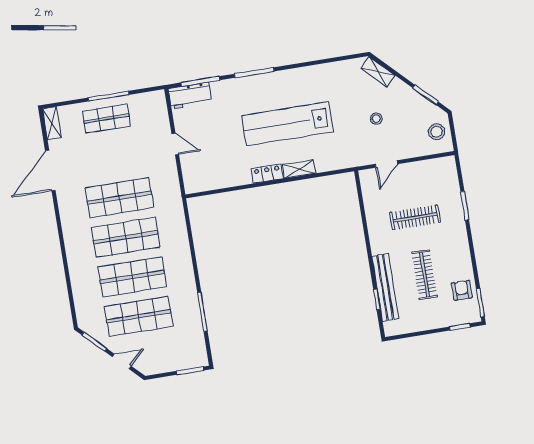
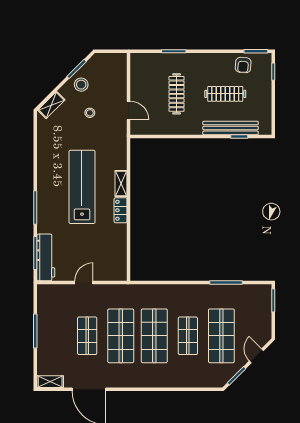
workbench: (190, 96) -> (46, 257), width x1.38
shop shelf: (107, 119) -> (87, 336), moved
lab bench: (287, 124) -> (82, 187), turned 180
stool: (437, 132) -> (81, 85), moved
shop shelf: (132, 277) -> (188, 336), width x0.70, depth x0.74
armchair: (462, 290) -> (243, 65), turned -85

